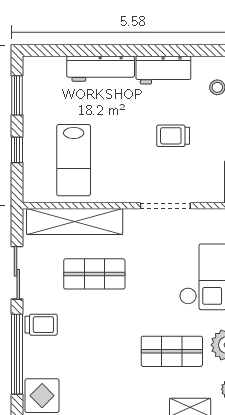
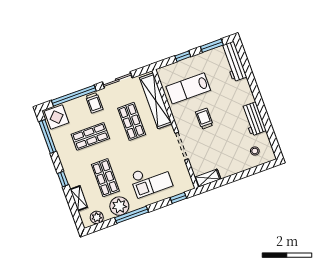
workbench: (101, 69) -> (234, 61), moved
trolley: (173, 136) -> (204, 119), moved
shop shelf: (94, 351) -> (90, 136), added

